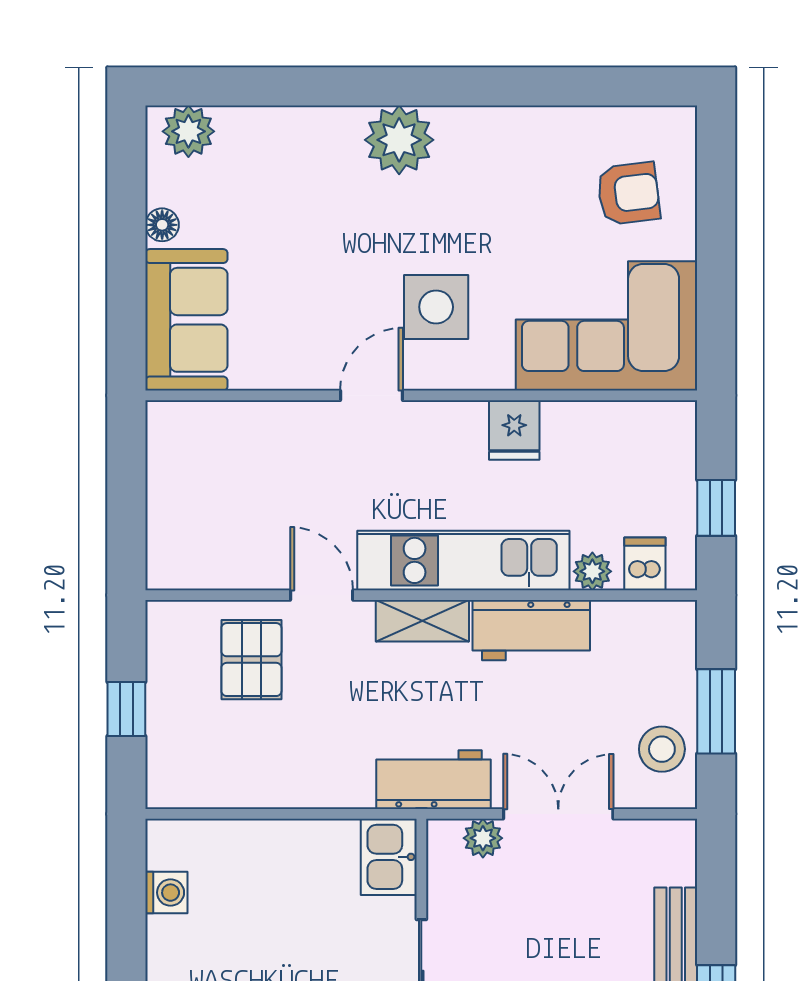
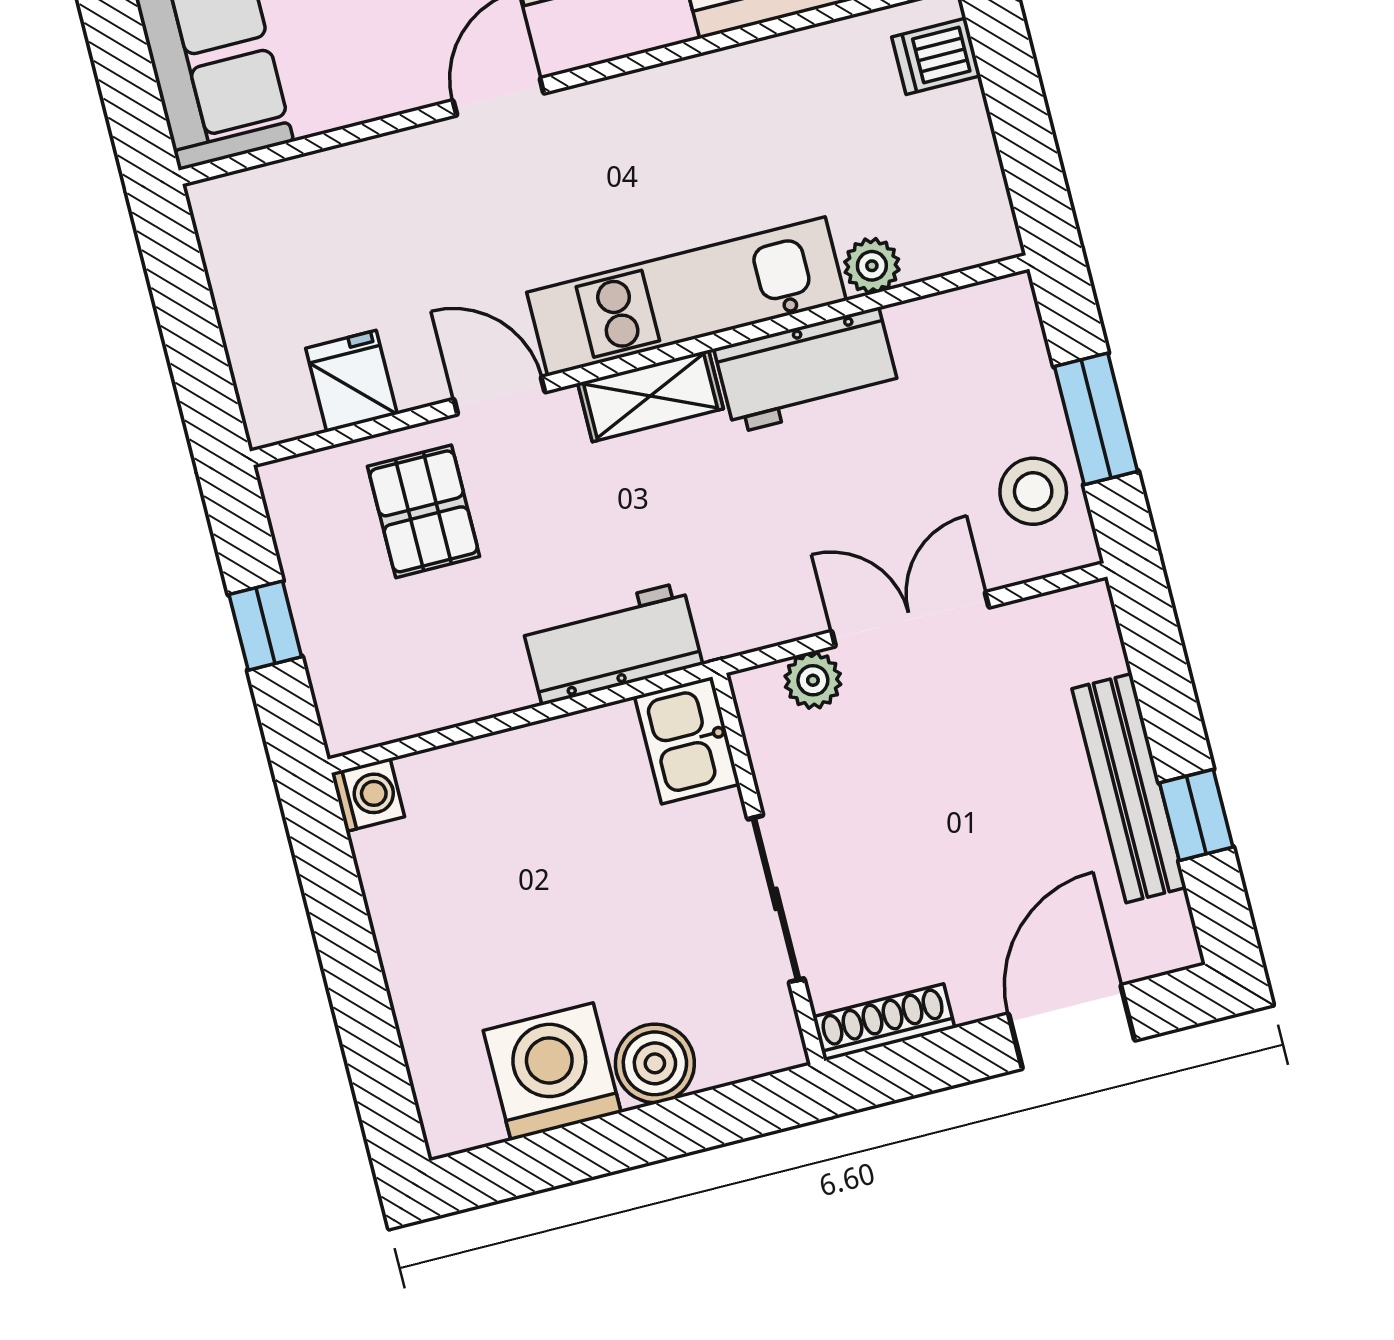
fridge: (514, 430) -> (351, 381), moved, turned 180
window: (716, 508) -> (1023, 132), removed
dishwasher: (645, 564) -> (936, 56), moved, turned -90
workbench: (434, 780) -> (612, 643), moved
washing machine: (166, 893) -> (368, 795), moved

